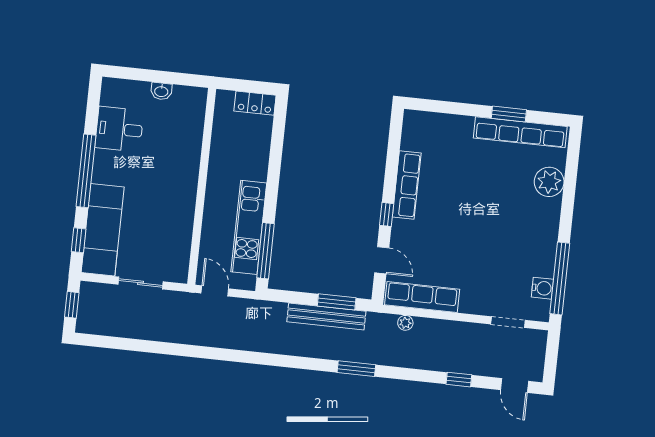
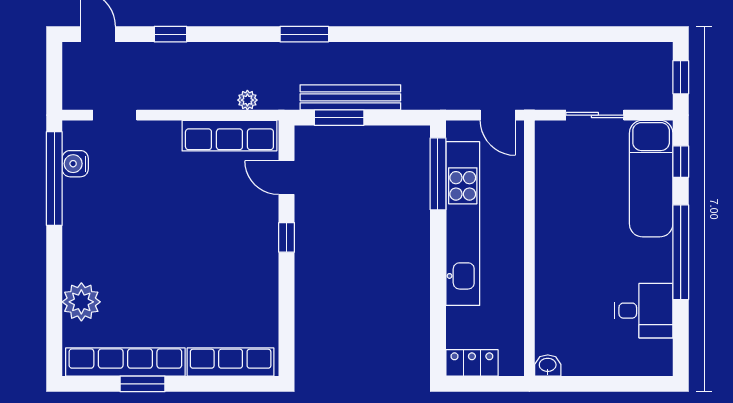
washbasin: (161, 91) -> (548, 365), moved
row of seats: (407, 185) -> (231, 362), moved, turned 90
kitchen unit: (249, 227) -> (463, 224), width x1.36

